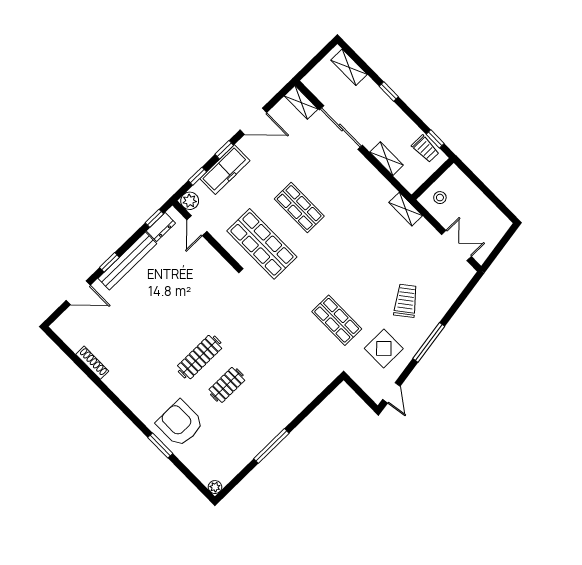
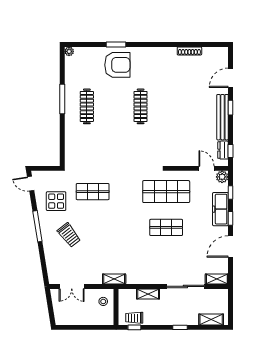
clothes rail: (227, 385) -> (87, 106), moved, width x1.36

